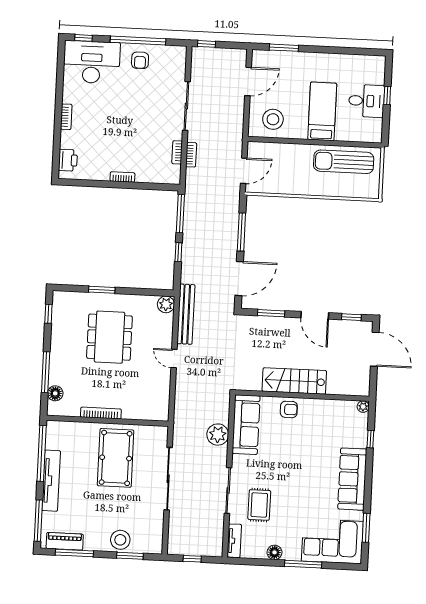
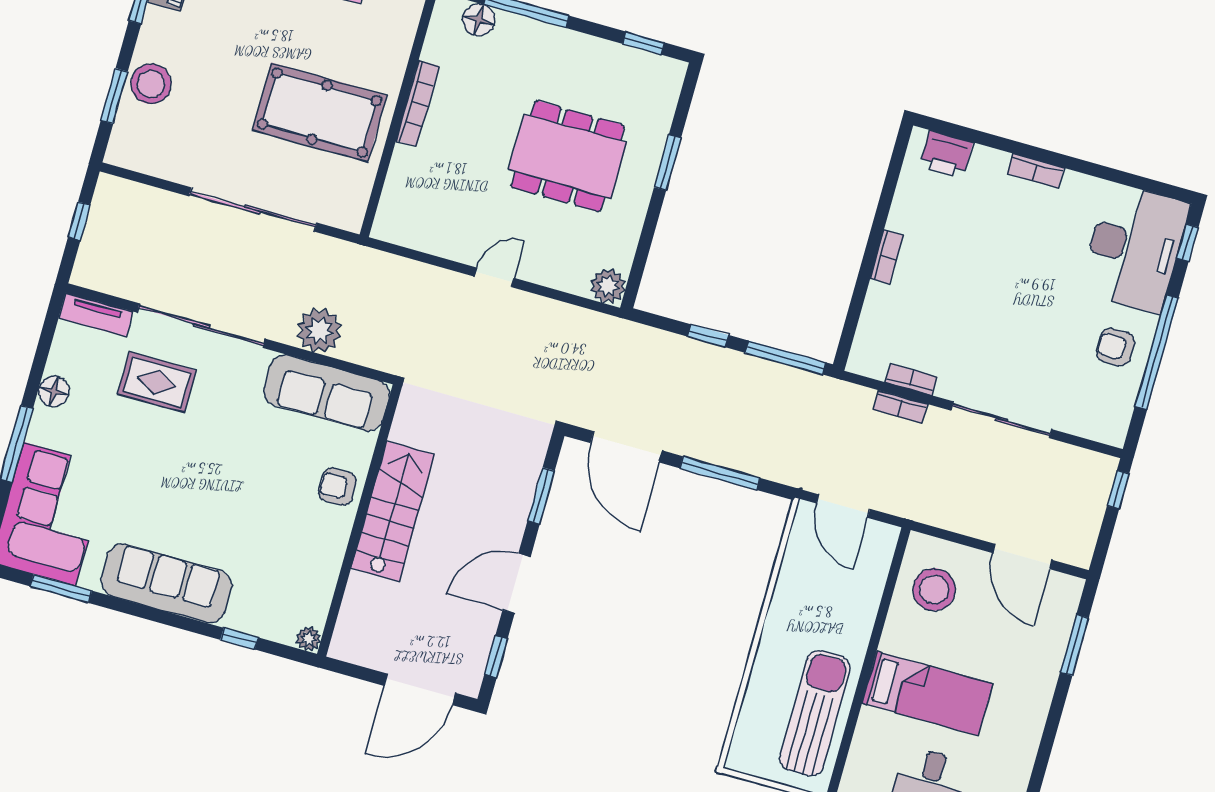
bench: (186, 314) -> (579, 322), removed
armchair: (289, 409) -> (337, 487), turned 90
sliding door: (228, 490) -> (201, 326), width x1.36

